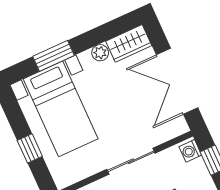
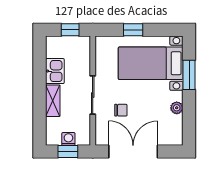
wardrobe: (129, 43) -> (174, 130), removed
chair: (134, 119) -> (121, 110), added
washing machine: (190, 151) -> (68, 139), moved

